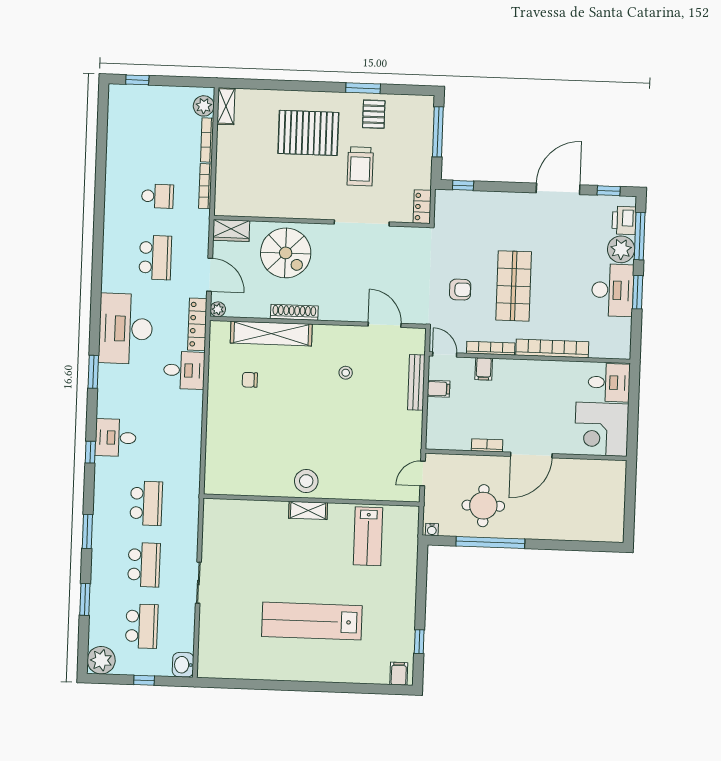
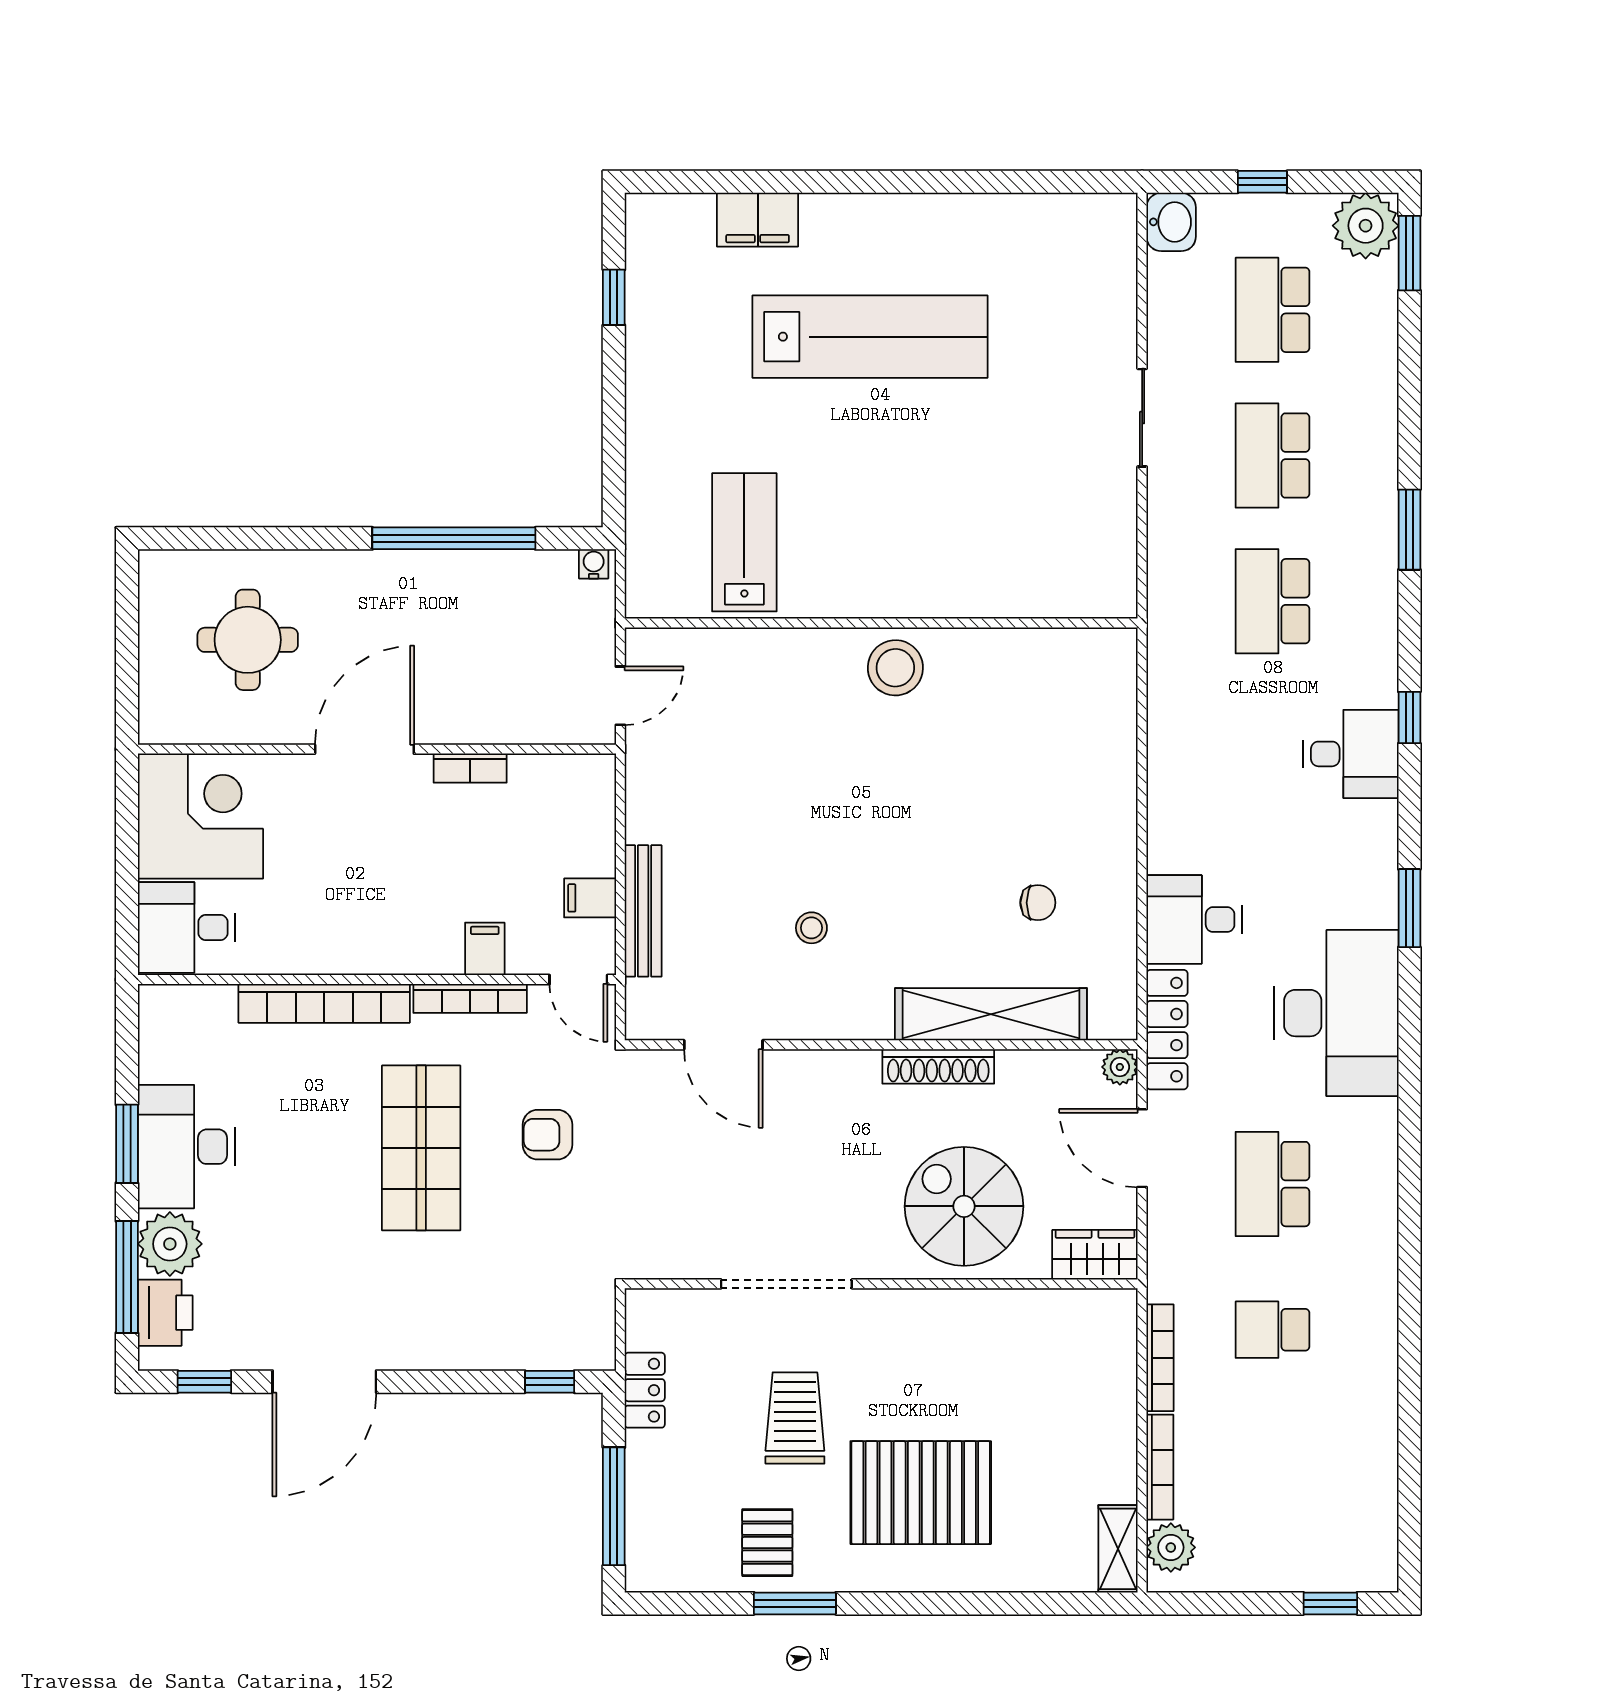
locker: (422, 207) -> (645, 1390), moved
round table: (483, 506) -> (248, 640), moved
shelving: (308, 510) -> (888, 598), removed
window: (85, 599) -> (1409, 253), moved
filing cabinet: (399, 674) -> (758, 220), moved, width x2.00

